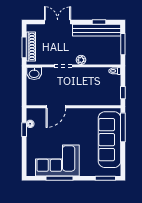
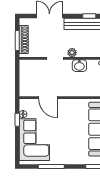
washbasin: (34, 73) -> (79, 66), moved
door: (56, 107) -> (48, 98), hinge flipped
corner sofa: (57, 160) -> (34, 140), moved, turned 90

